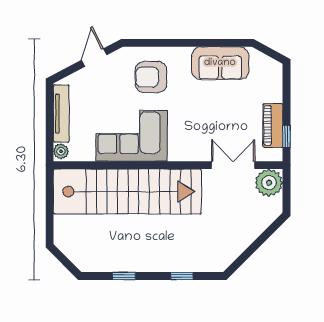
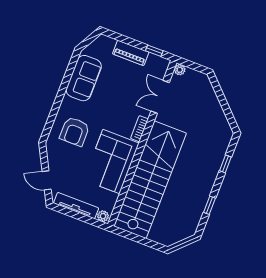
door: (94, 58) -> (47, 180), moved
piano: (273, 125) -> (131, 53), moved
bookcase: (185, 155) -> (139, 129), added
plant: (269, 183) -> (180, 70), width x0.53, depth x0.53

